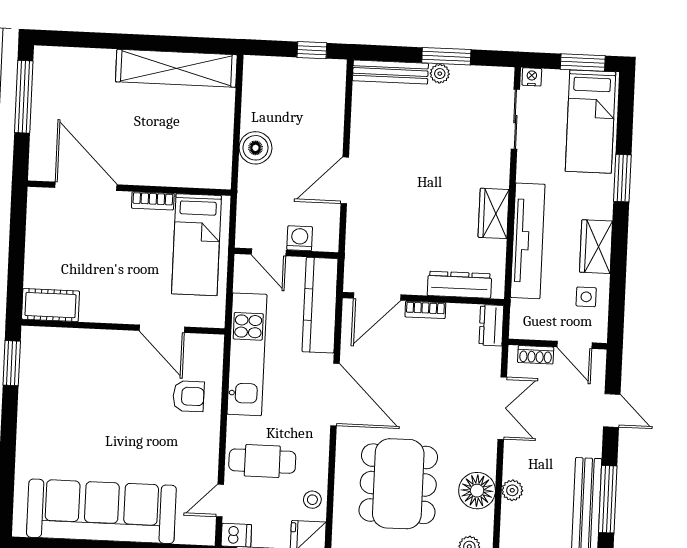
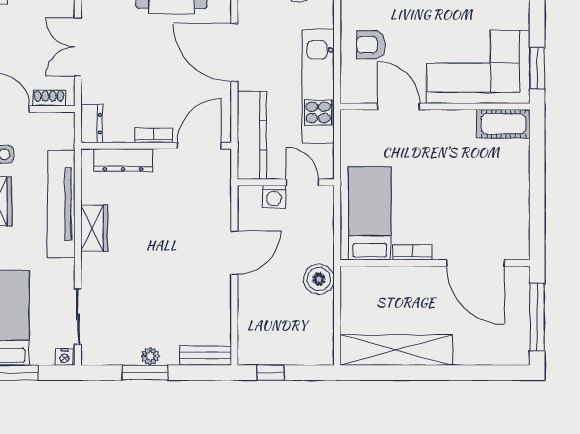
bench: (390, 72) -> (206, 355), width x0.73
door: (86, 186) -> (475, 263), moved
wall: (129, 188) -> (435, 263), moved
bookcase: (153, 201) -> (412, 252), moved
bed: (196, 245) -> (370, 213), moved
corner sofa: (75, 367) -> (478, 67), added

